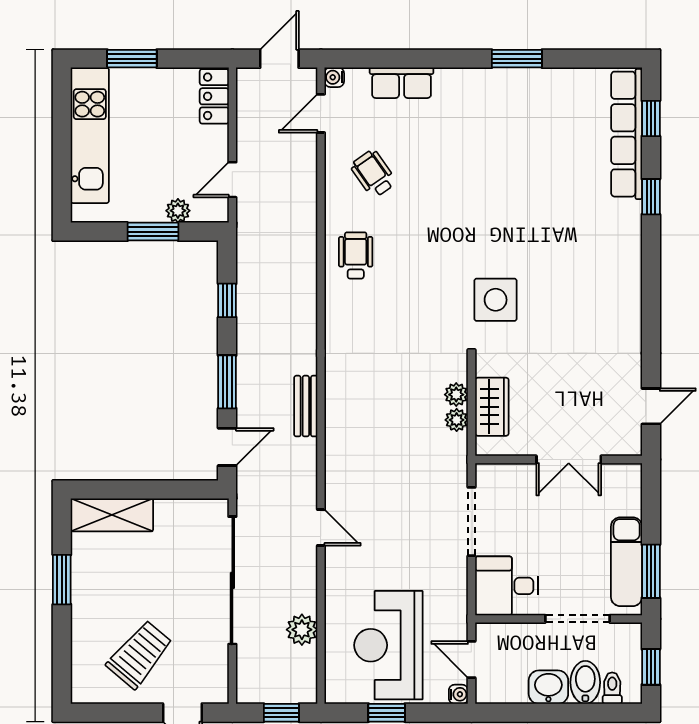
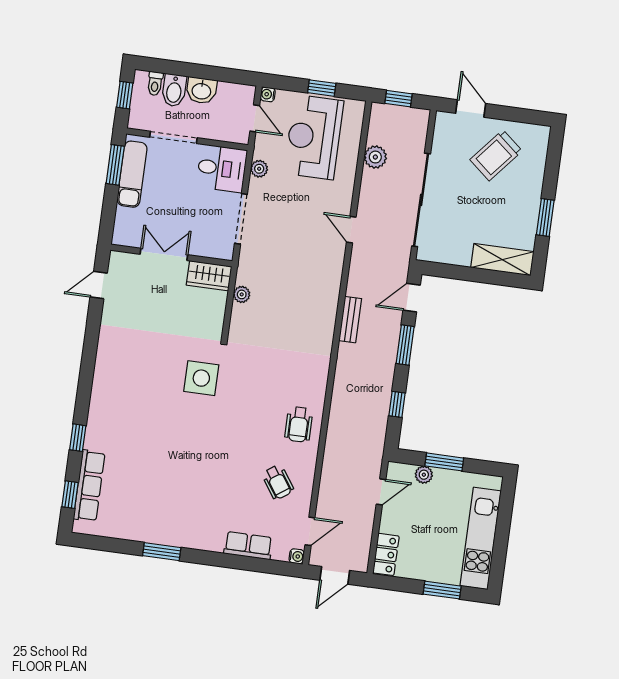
row of seats: (627, 134) -> (89, 486), width x0.73
plant: (456, 395) -> (259, 169), moved
wardrobe: (492, 407) -> (209, 276), moved, turned -90
reception desk: (388, 645) -> (314, 137), turned 180

